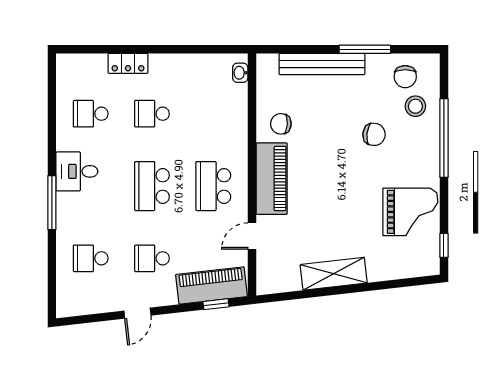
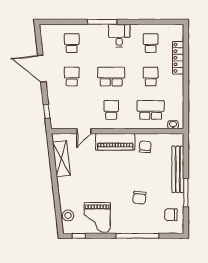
locker: (128, 63) -> (178, 58), width x1.53
stool: (415, 106) -> (68, 216), moved
school desk: (213, 114) -> (151, 110), added
school desk: (213, 186) -> (111, 110), width x0.54
door: (252, 236) -> (84, 131), swing flipped
shelving: (334, 274) -> (61, 159), moved
piano: (212, 285) -> (57, 109), removed
door: (137, 313) -> (42, 69), width x1.88

